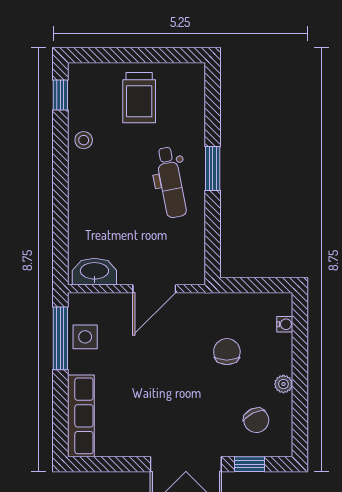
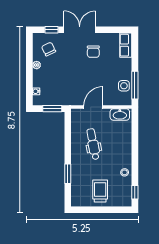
window: (213, 168) -> (68, 174), moved
dental chair: (171, 182) -> (93, 144), moved
window: (248, 285) -> (52, 109), added
chair: (227, 352) -> (93, 52), moved
row of seats: (81, 416) -> (126, 45), width x0.68

